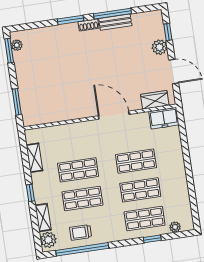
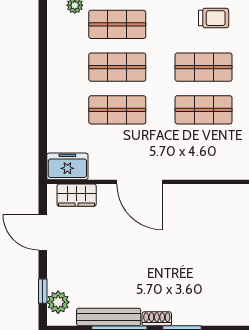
bench: (115, 22) -> (109, 317), width x1.36
plant: (160, 47) -> (58, 302), moved

